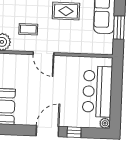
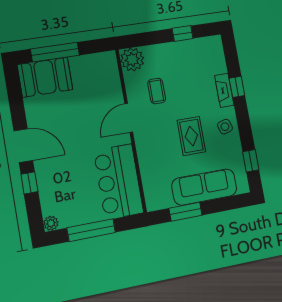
bar counter: (97, 92) -> (119, 182), moved, turned -90
window: (116, 97) -> (91, 230), added

